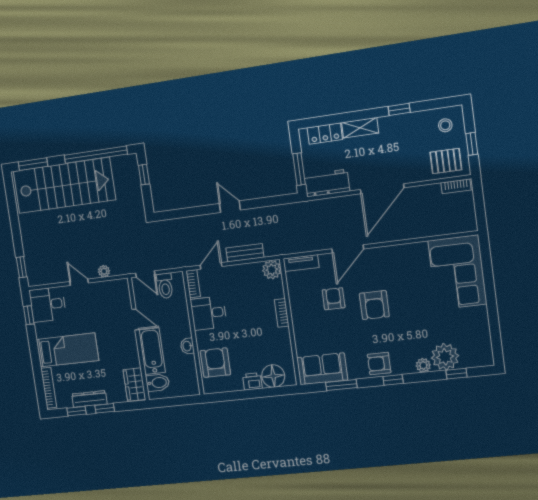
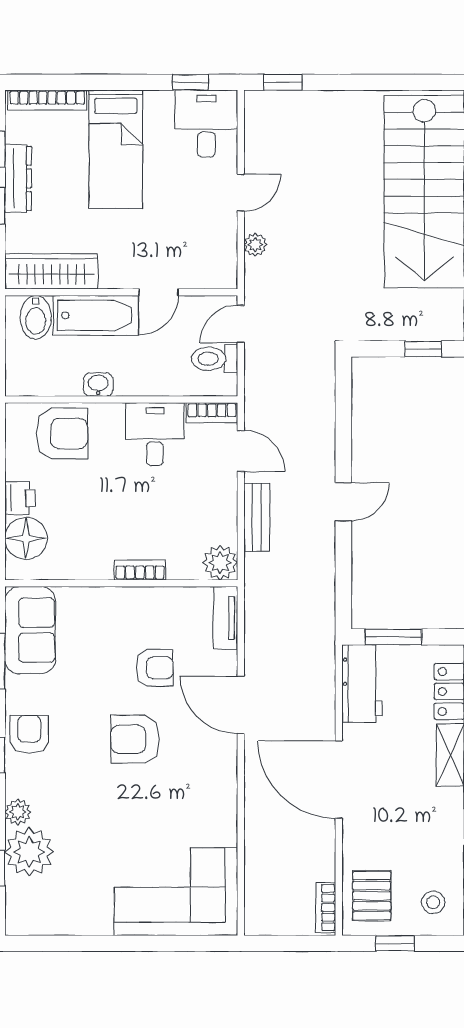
wardrobe: (134, 385) -> (52, 271), width x1.50

